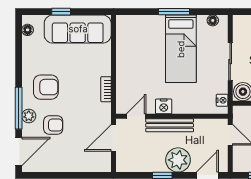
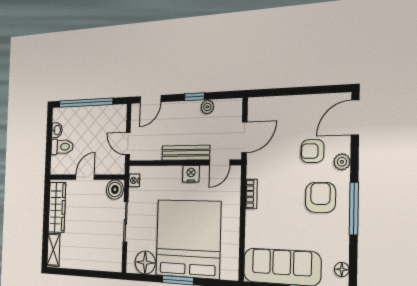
floor lamp: (213, 20) -> (145, 263), width x1.89, depth x1.89
bed: (181, 49) -> (188, 239), width x2.04
armchair: (46, 87) -> (320, 197), turned 90
window: (19, 108) -> (354, 209), moved
plant: (178, 160) -> (207, 107), moved, width x0.53, depth x0.53

